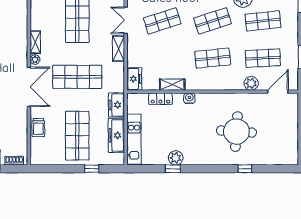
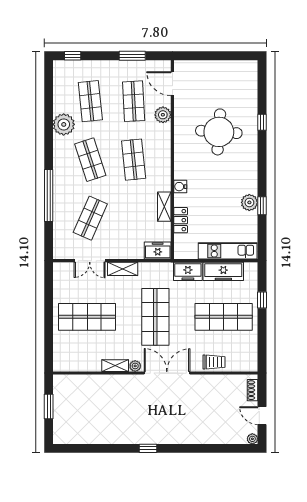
shop shelf: (162, 21) -> (90, 218), turned 42

